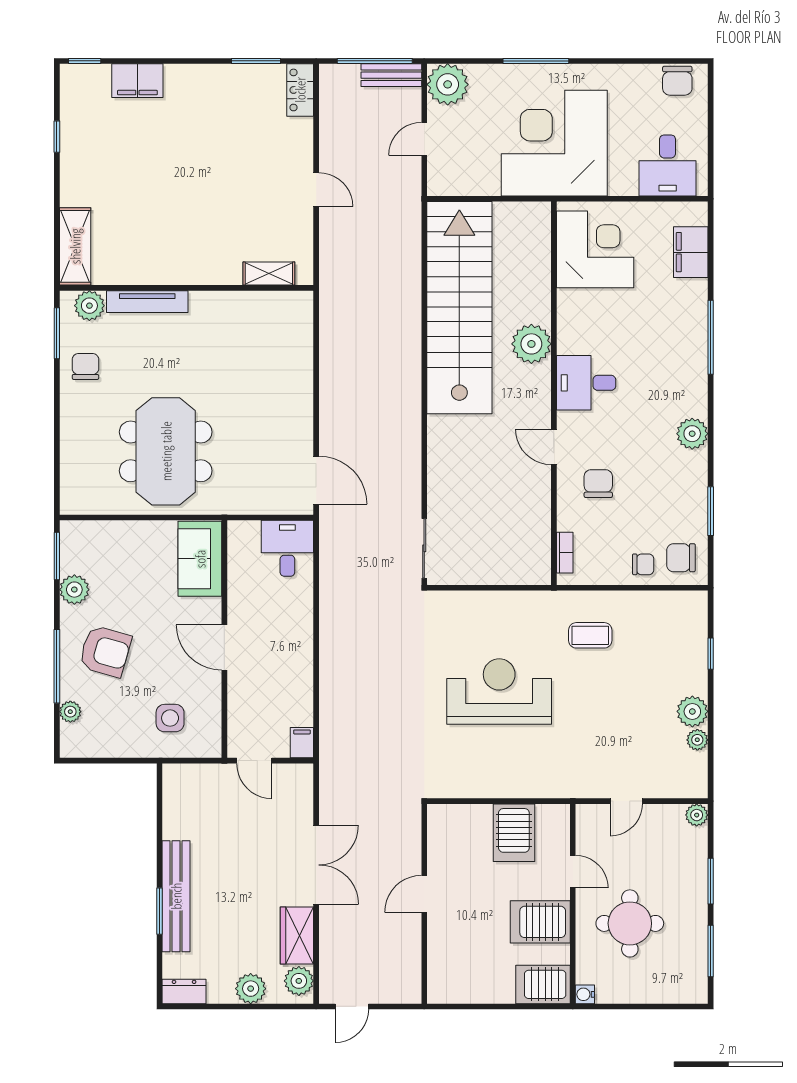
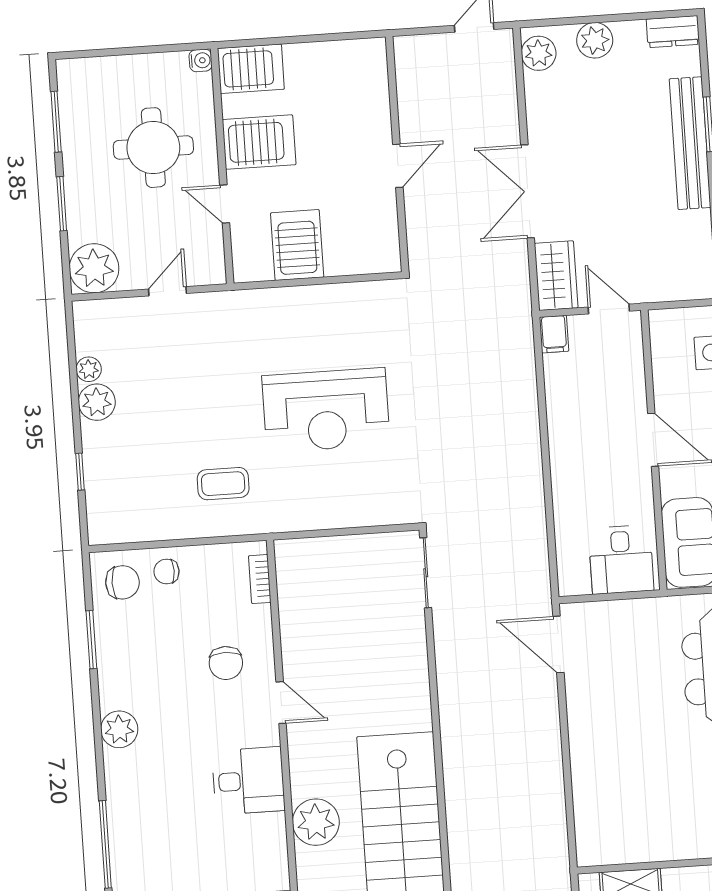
desk: (287, 548) -> (621, 560), moved
plant: (697, 815) -> (94, 268), width x1.87, depth x1.87
wardrobe: (297, 936) -> (556, 276), moved

